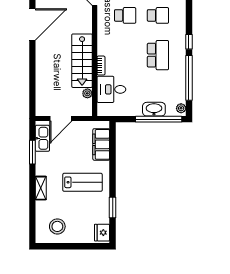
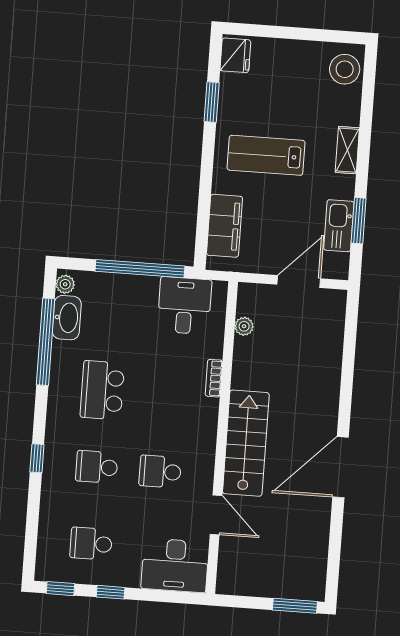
window: (189, 42) -> (37, 458), moved
stairs: (82, 61) -> (246, 443), moved
desk: (111, 89) -> (185, 306), moved, turned -90
washbasin: (154, 109) -> (67, 318), moved, turned -90
window: (159, 119) -> (140, 269), moved
kitchen sink: (42, 138) -> (339, 226), moved
stool: (57, 226) -> (345, 69), moved

